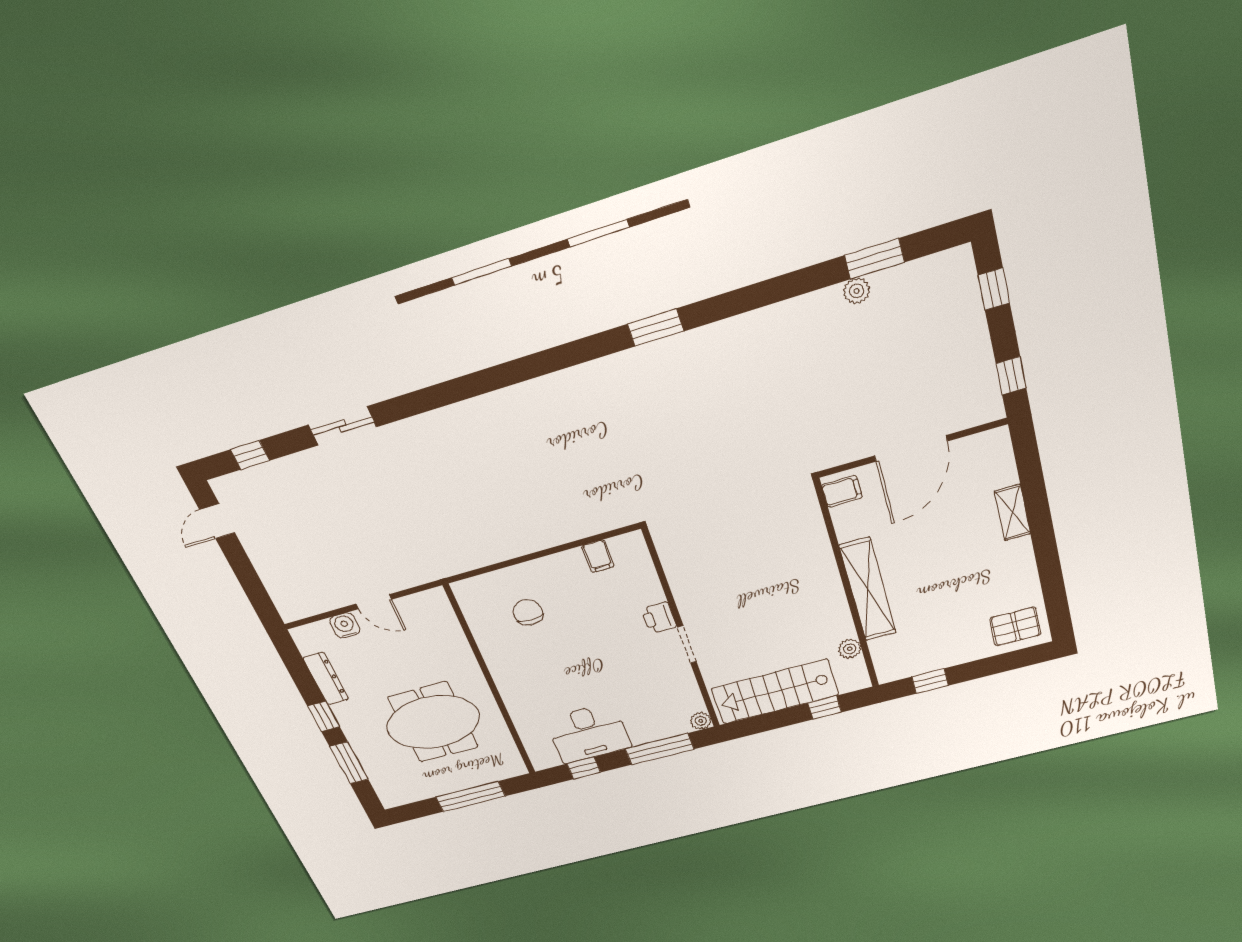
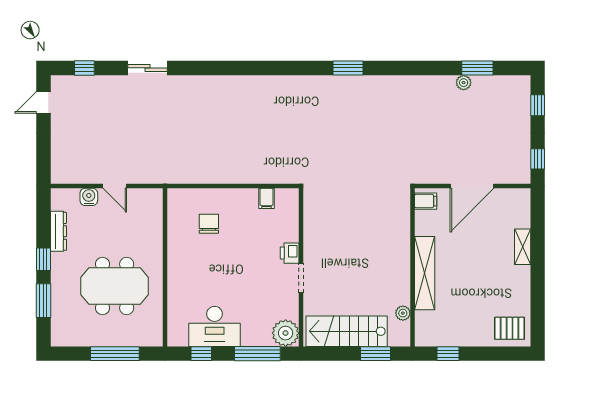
window: (825, 708) -> (375, 354), width x1.50
plant: (701, 721) -> (286, 333), width x1.88, depth x1.88

